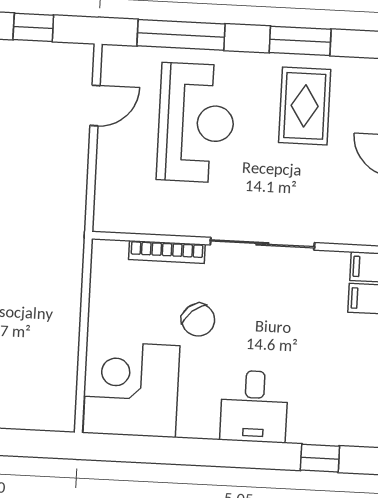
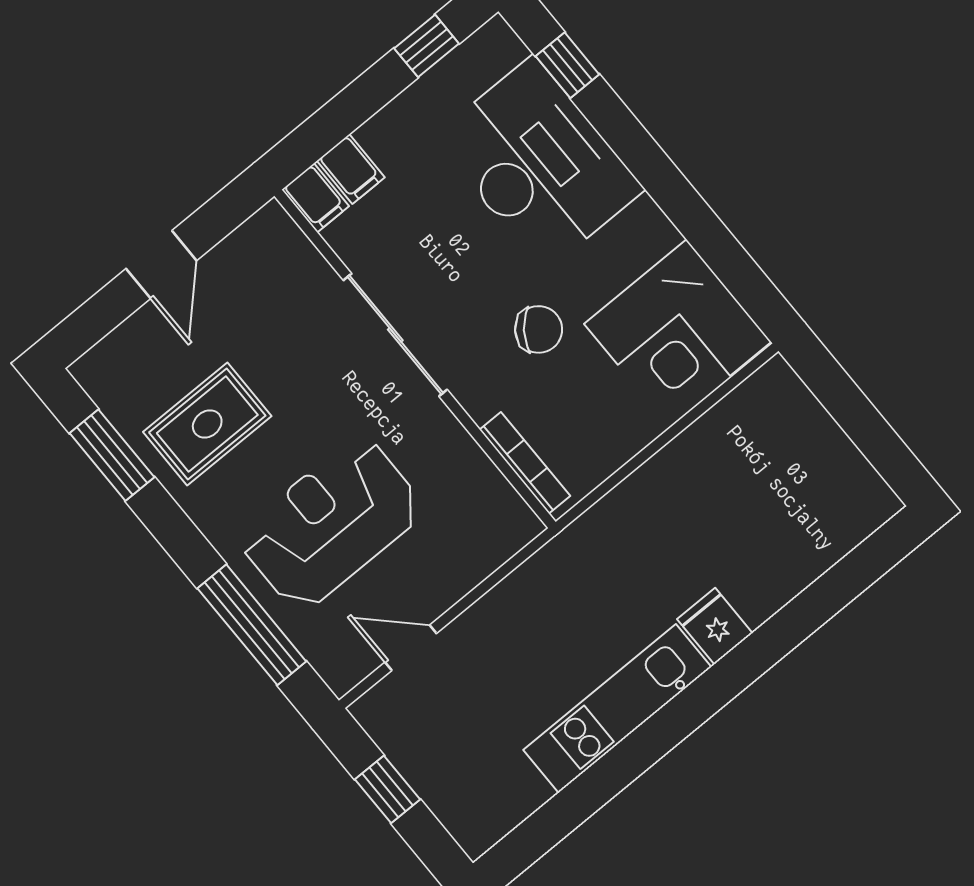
window: (300, 41) -> (112, 455), moved
bookcase: (167, 252) -> (525, 463), moved
chair: (198, 320) -> (539, 329), turned 77
desk: (254, 406) -> (539, 164), width x1.87, depth x1.30

